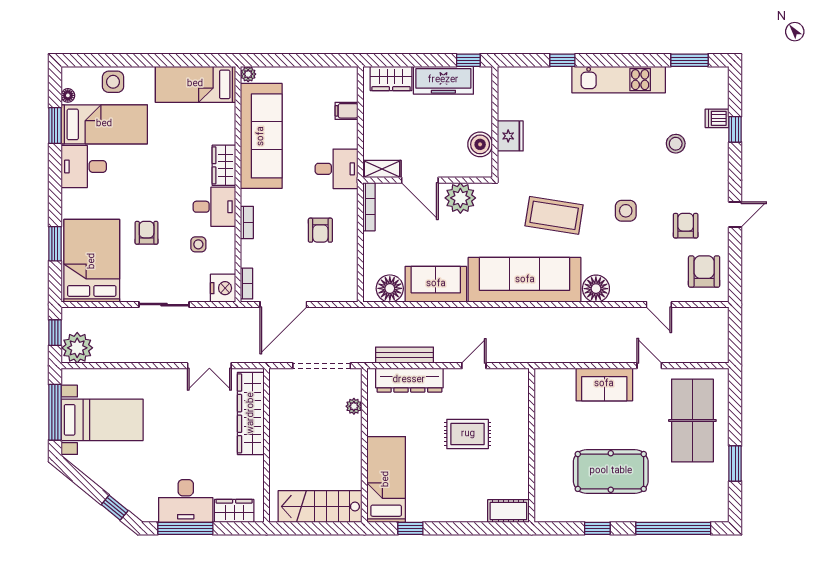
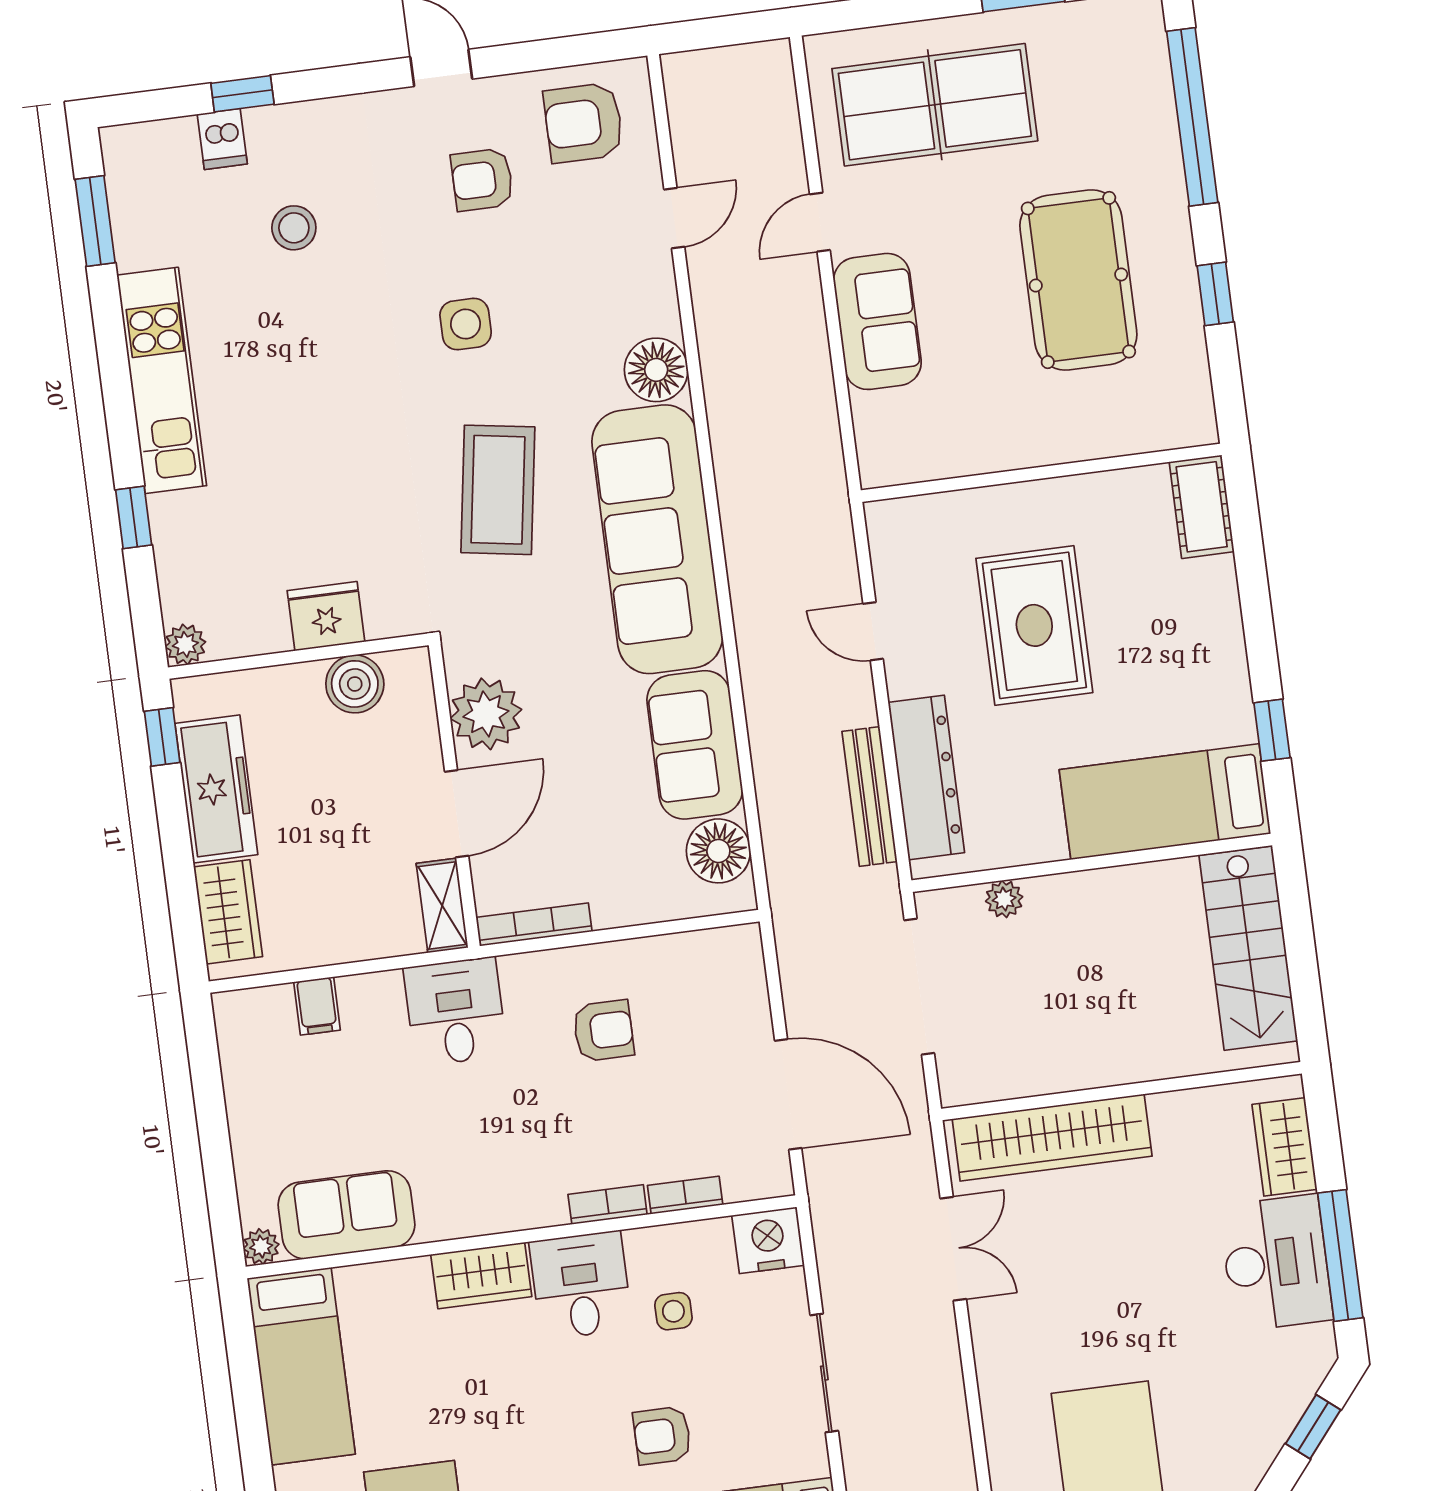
plant: (506, 75) -> (185, 644), added
sofa: (261, 136) -> (346, 1215), width x0.54, depth x0.79
bookcase: (247, 284) -> (685, 1195), moved
rug: (468, 434) -> (1034, 625), width x1.36, depth x1.43

